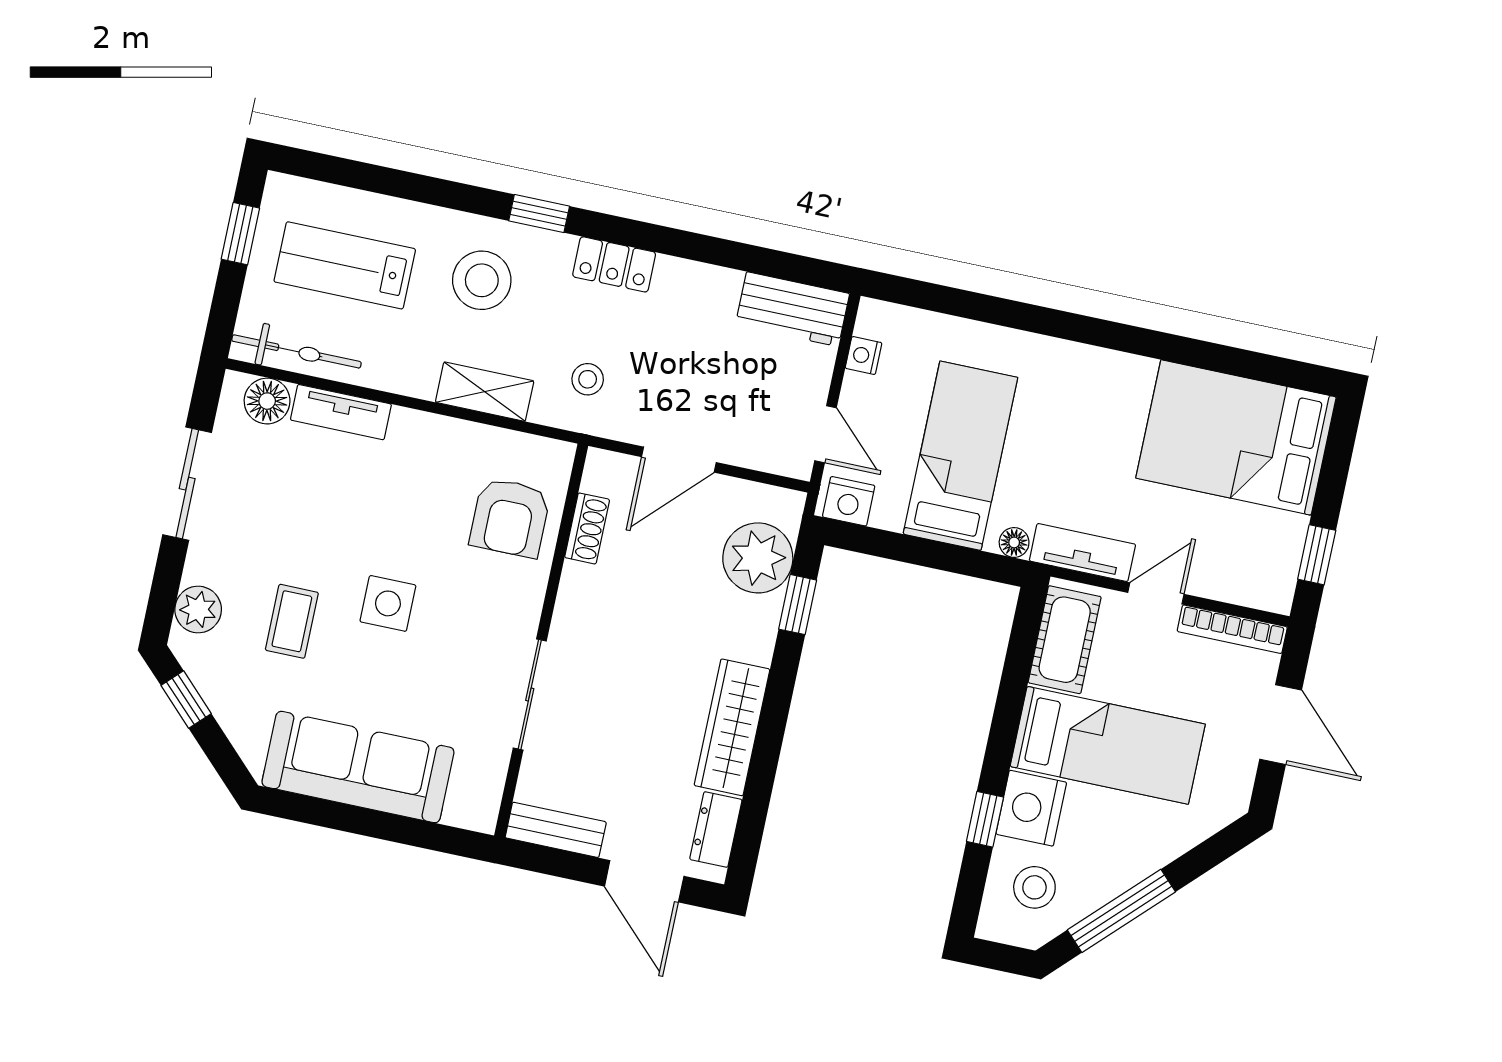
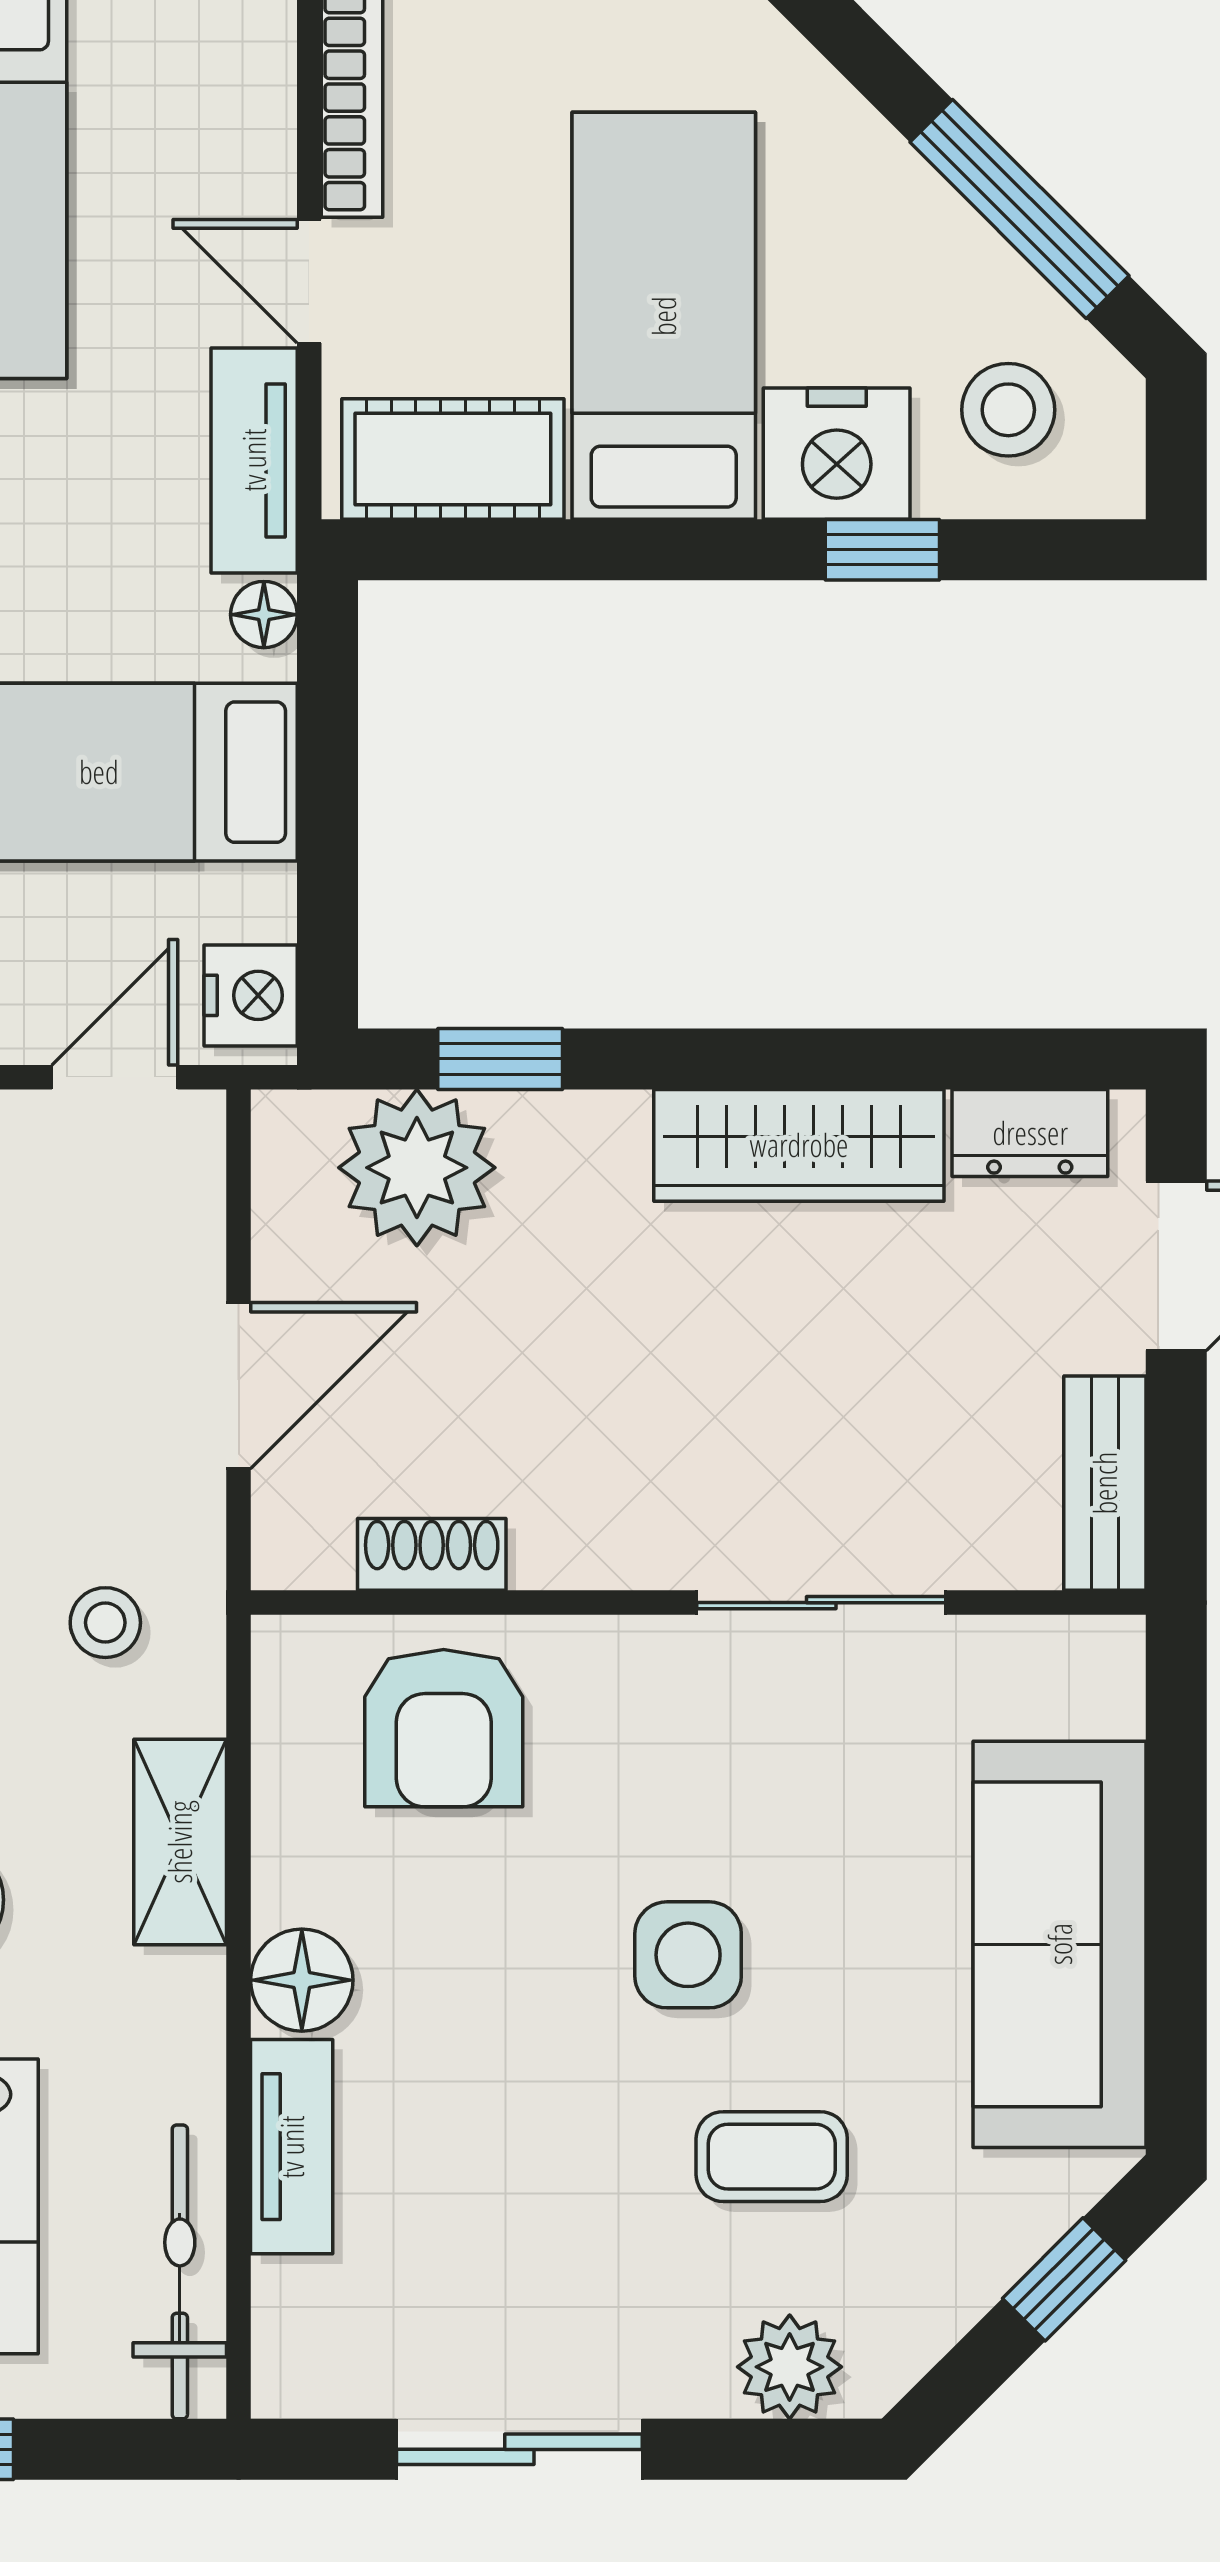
floor lamp: (267, 401) -> (302, 1980), moved
door: (679, 460) -> (239, 1386), hinge flipped
armchair: (510, 518) -> (444, 1728), turned 90
window: (186, 700) -> (1064, 2279), moved

